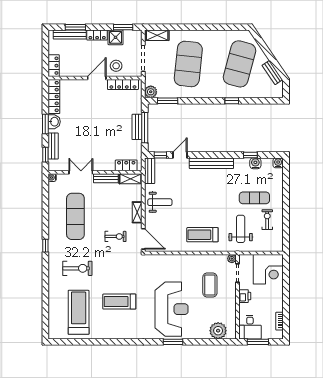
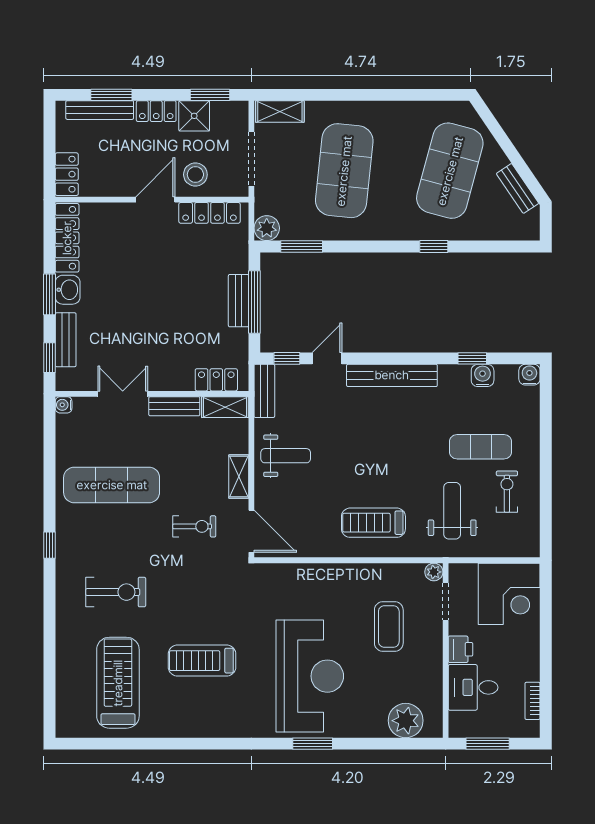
exercise mat: (75, 216) -> (112, 485), turned 90
desk: (250, 327) -> (473, 687), moved, turned 90

